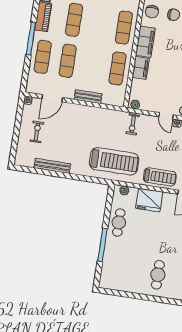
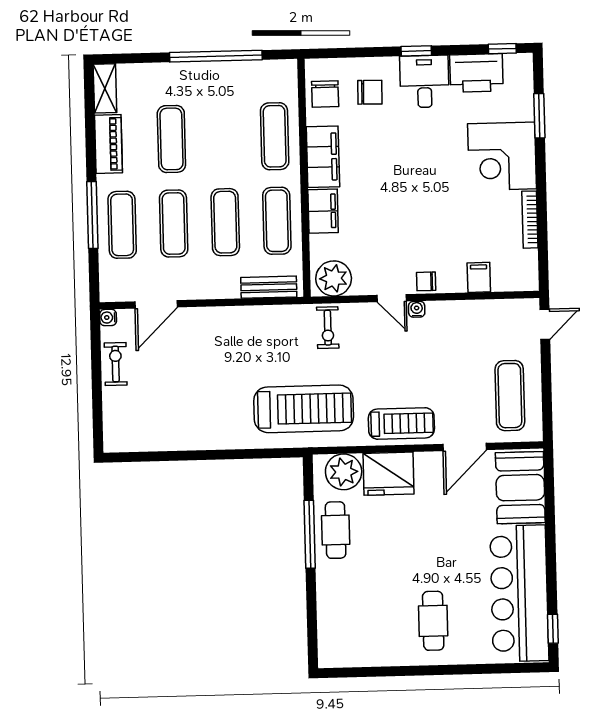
window: (31, 38) -> (92, 215), moved
exercise mat: (93, 65) -> (225, 222), added
bench: (88, 97) -> (269, 287), moved
plant: (135, 105) -> (334, 278), width x1.87, depth x1.87
exercise bike: (37, 132) -> (116, 364), moved
bench: (52, 166) -> (181, 441), removed
plant: (124, 190) -> (344, 472), width x1.88, depth x1.88
window: (102, 245) -> (310, 534), moved

